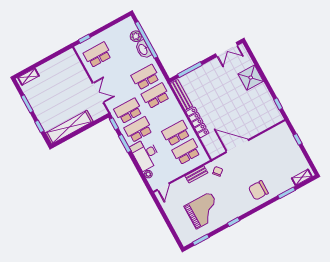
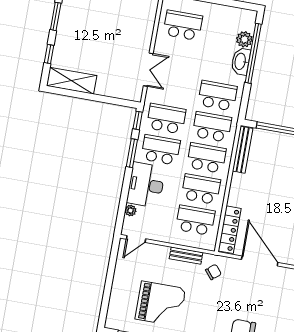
school desk: (166, 114) -> (206, 158), added
locker: (197, 122) -> (230, 230), moved
shelving: (69, 127) -> (72, 81), width x0.68

